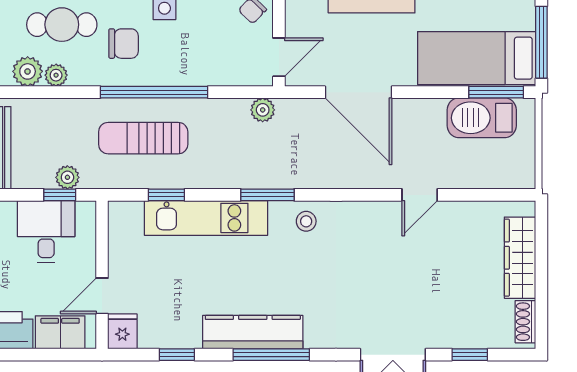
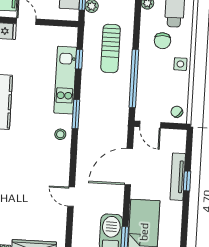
window: (154, 92) -> (134, 78), moved
plant: (263, 110) -> (122, 114), removed
sun lounger: (143, 138) -> (111, 48), turned 180

